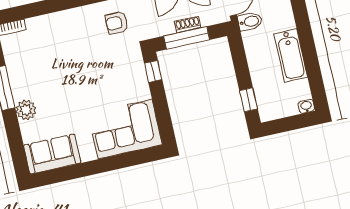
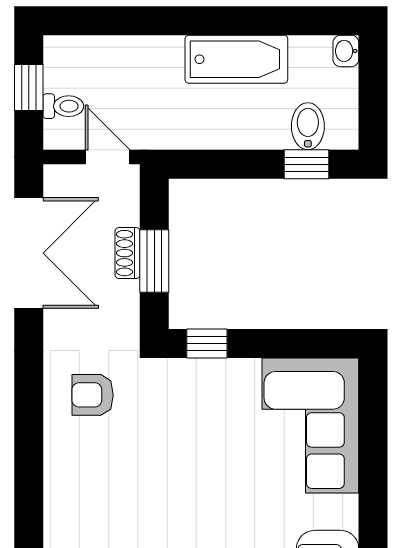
bidet: (250, 22) -> (308, 126), moved
armchair: (117, 23) -> (93, 395), turned 90
window: (187, 38) -> (154, 261), width x0.69

